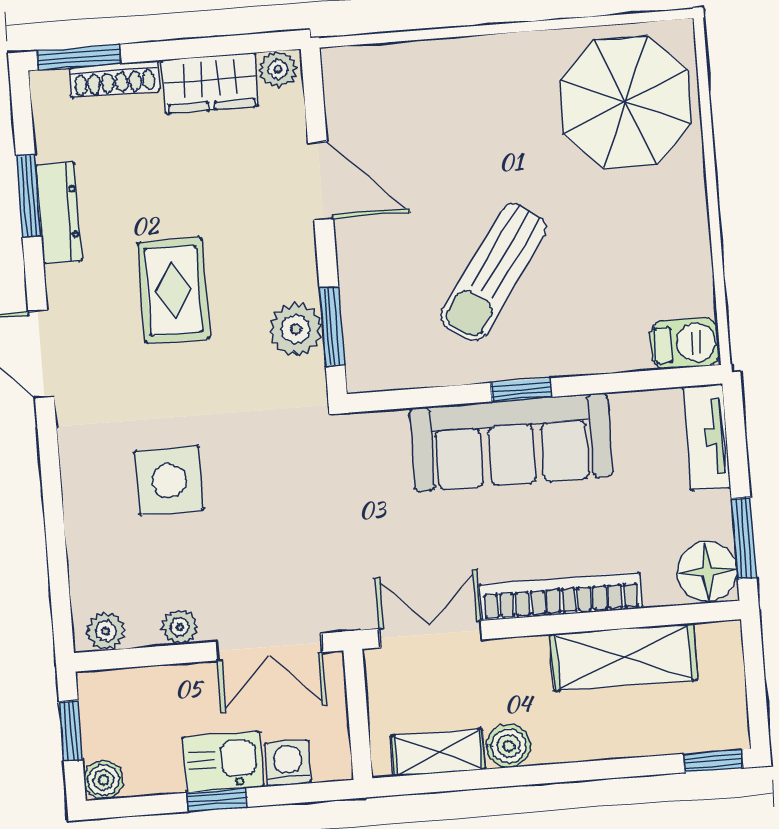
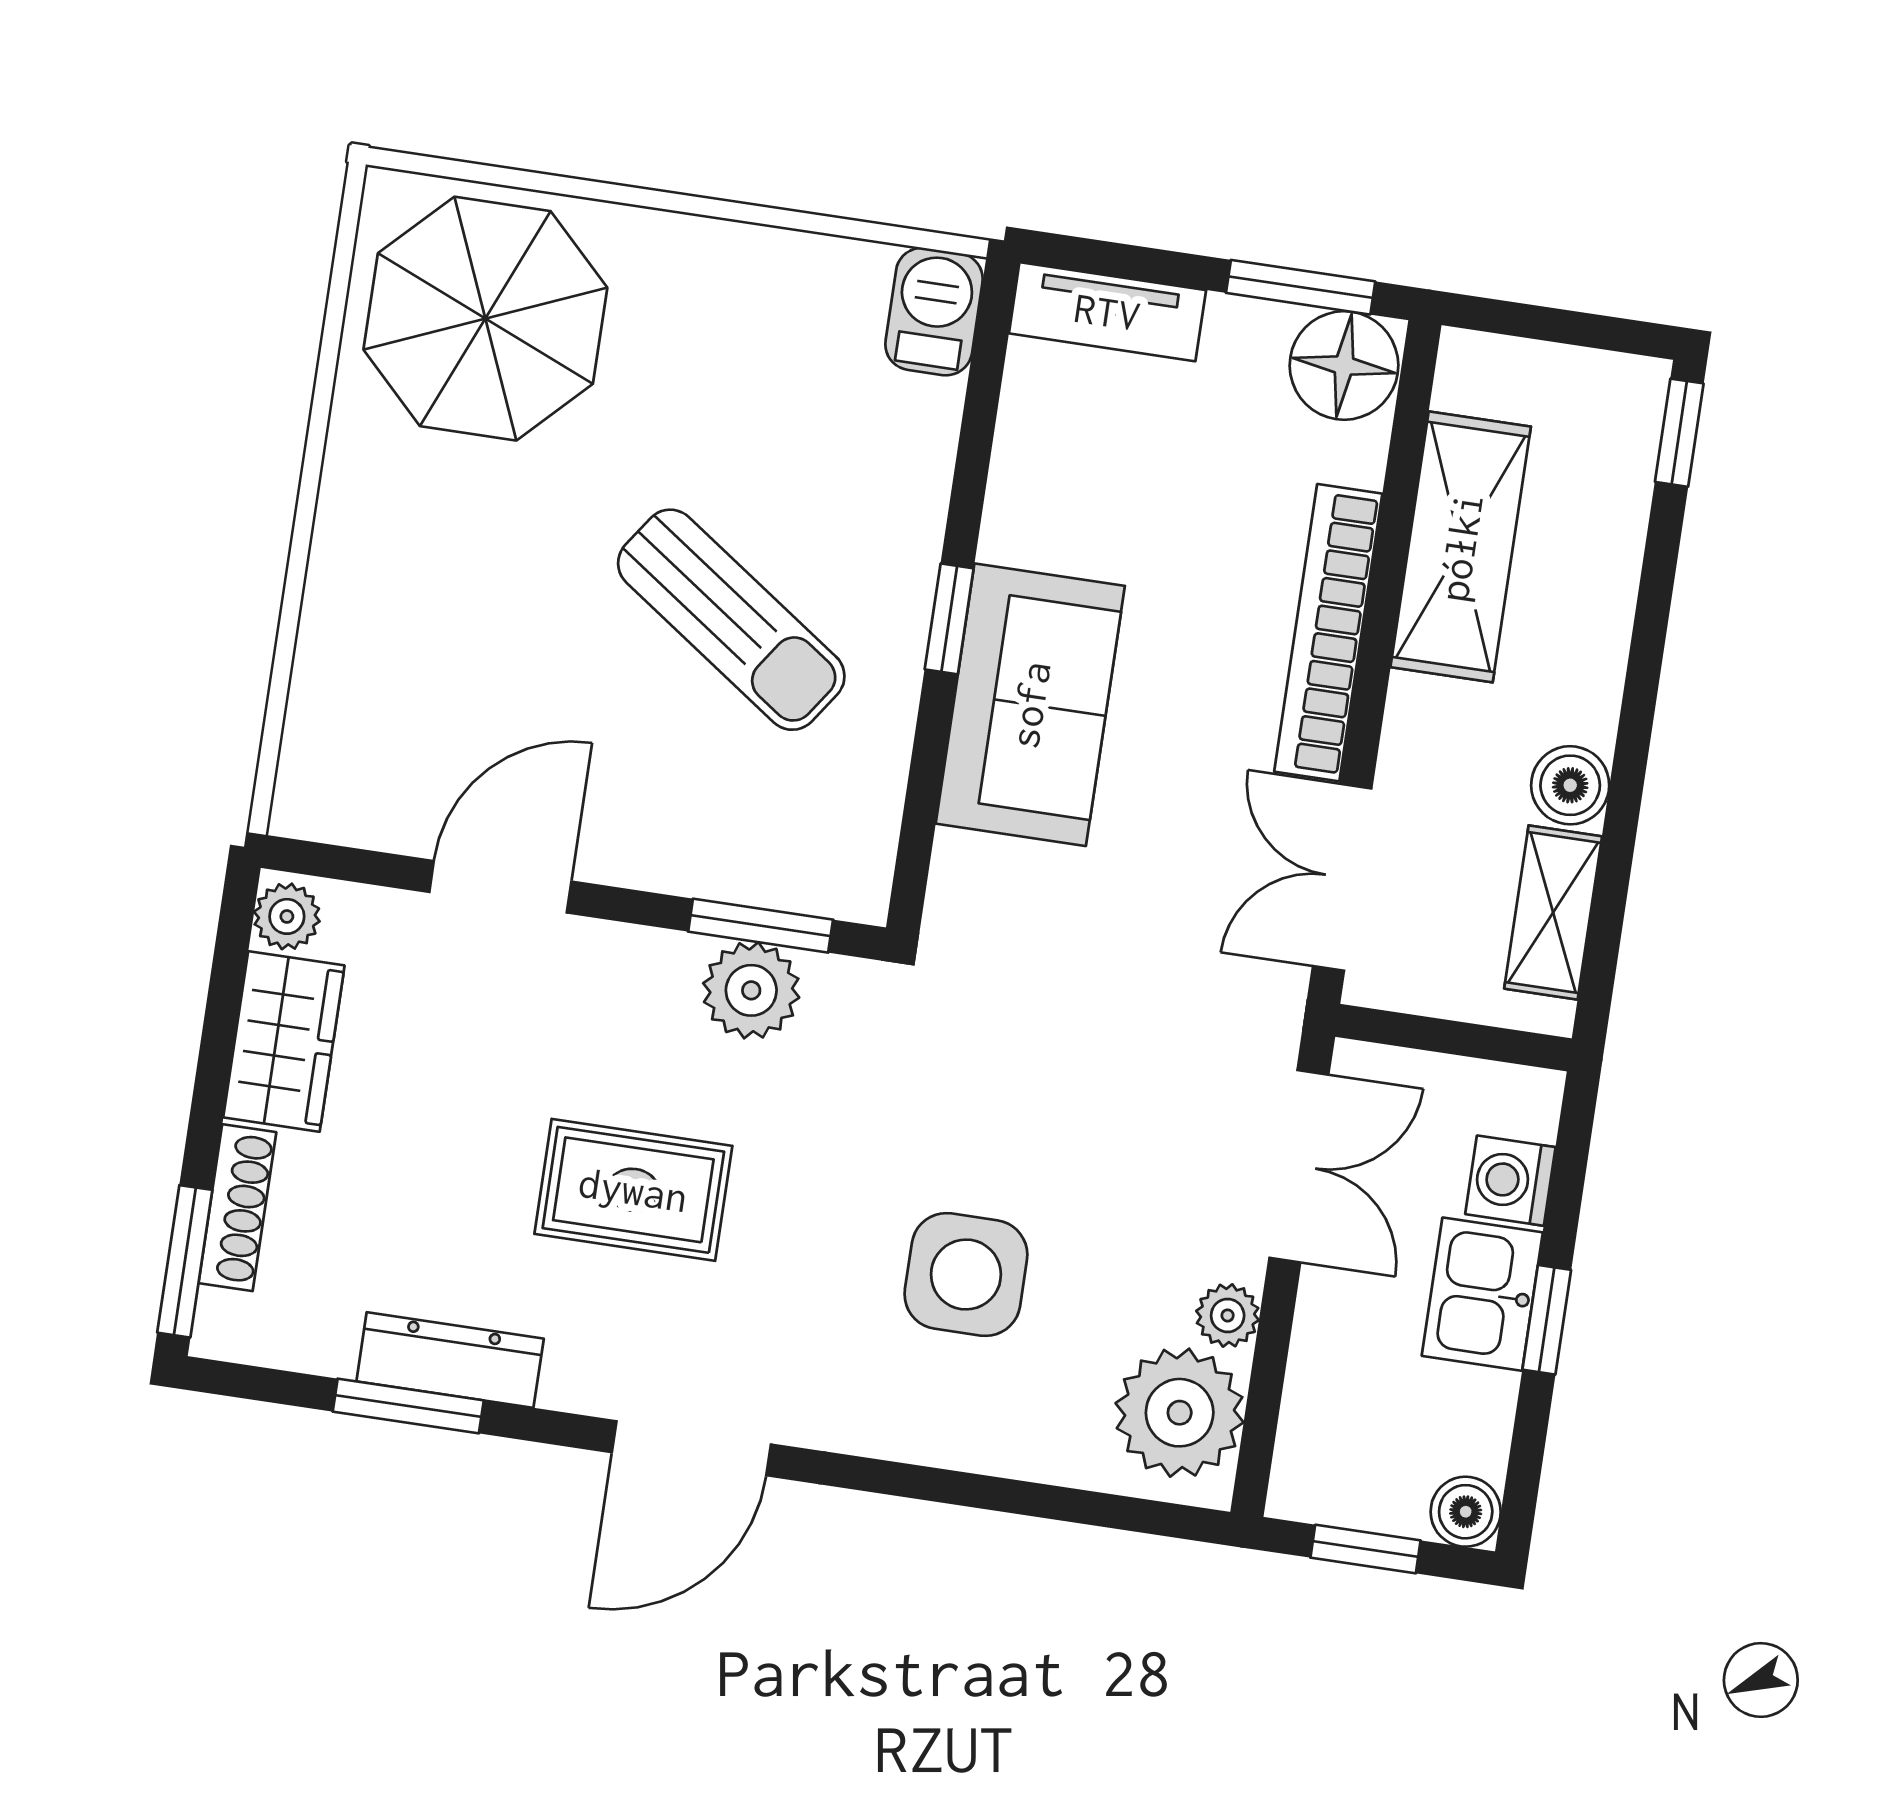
sofa: (511, 442) -> (1030, 705), width x0.73
plant: (106, 631) -> (1180, 1413), width x1.87, depth x1.87

